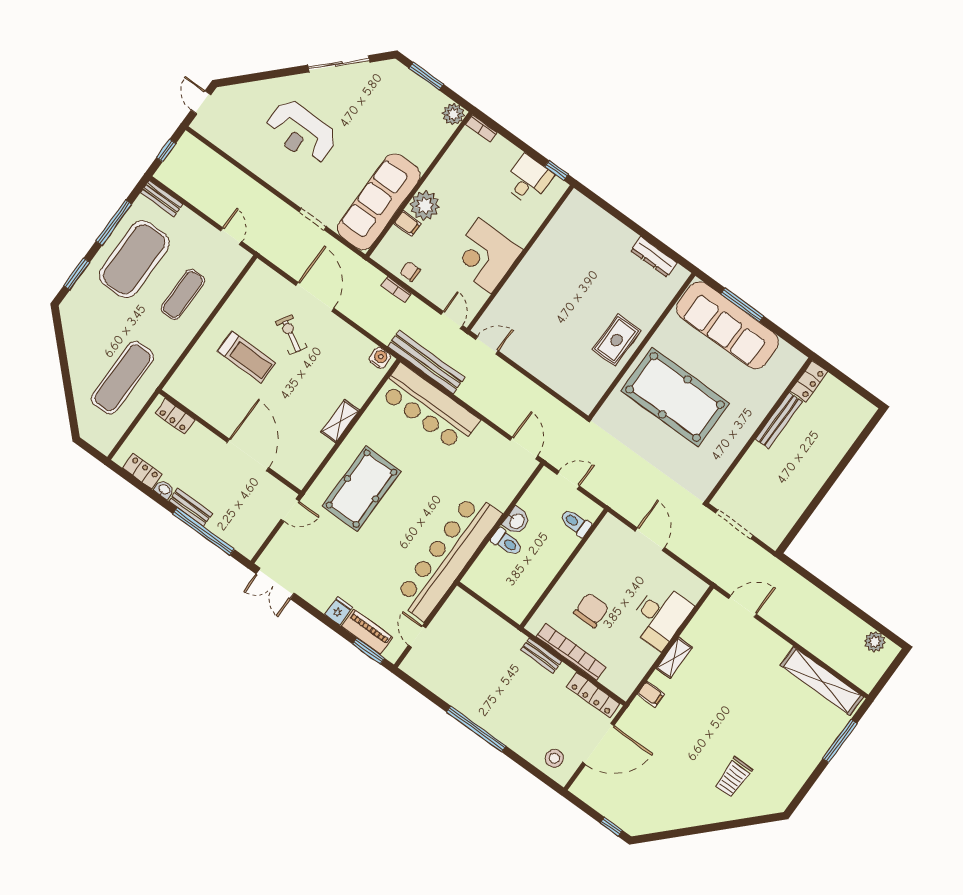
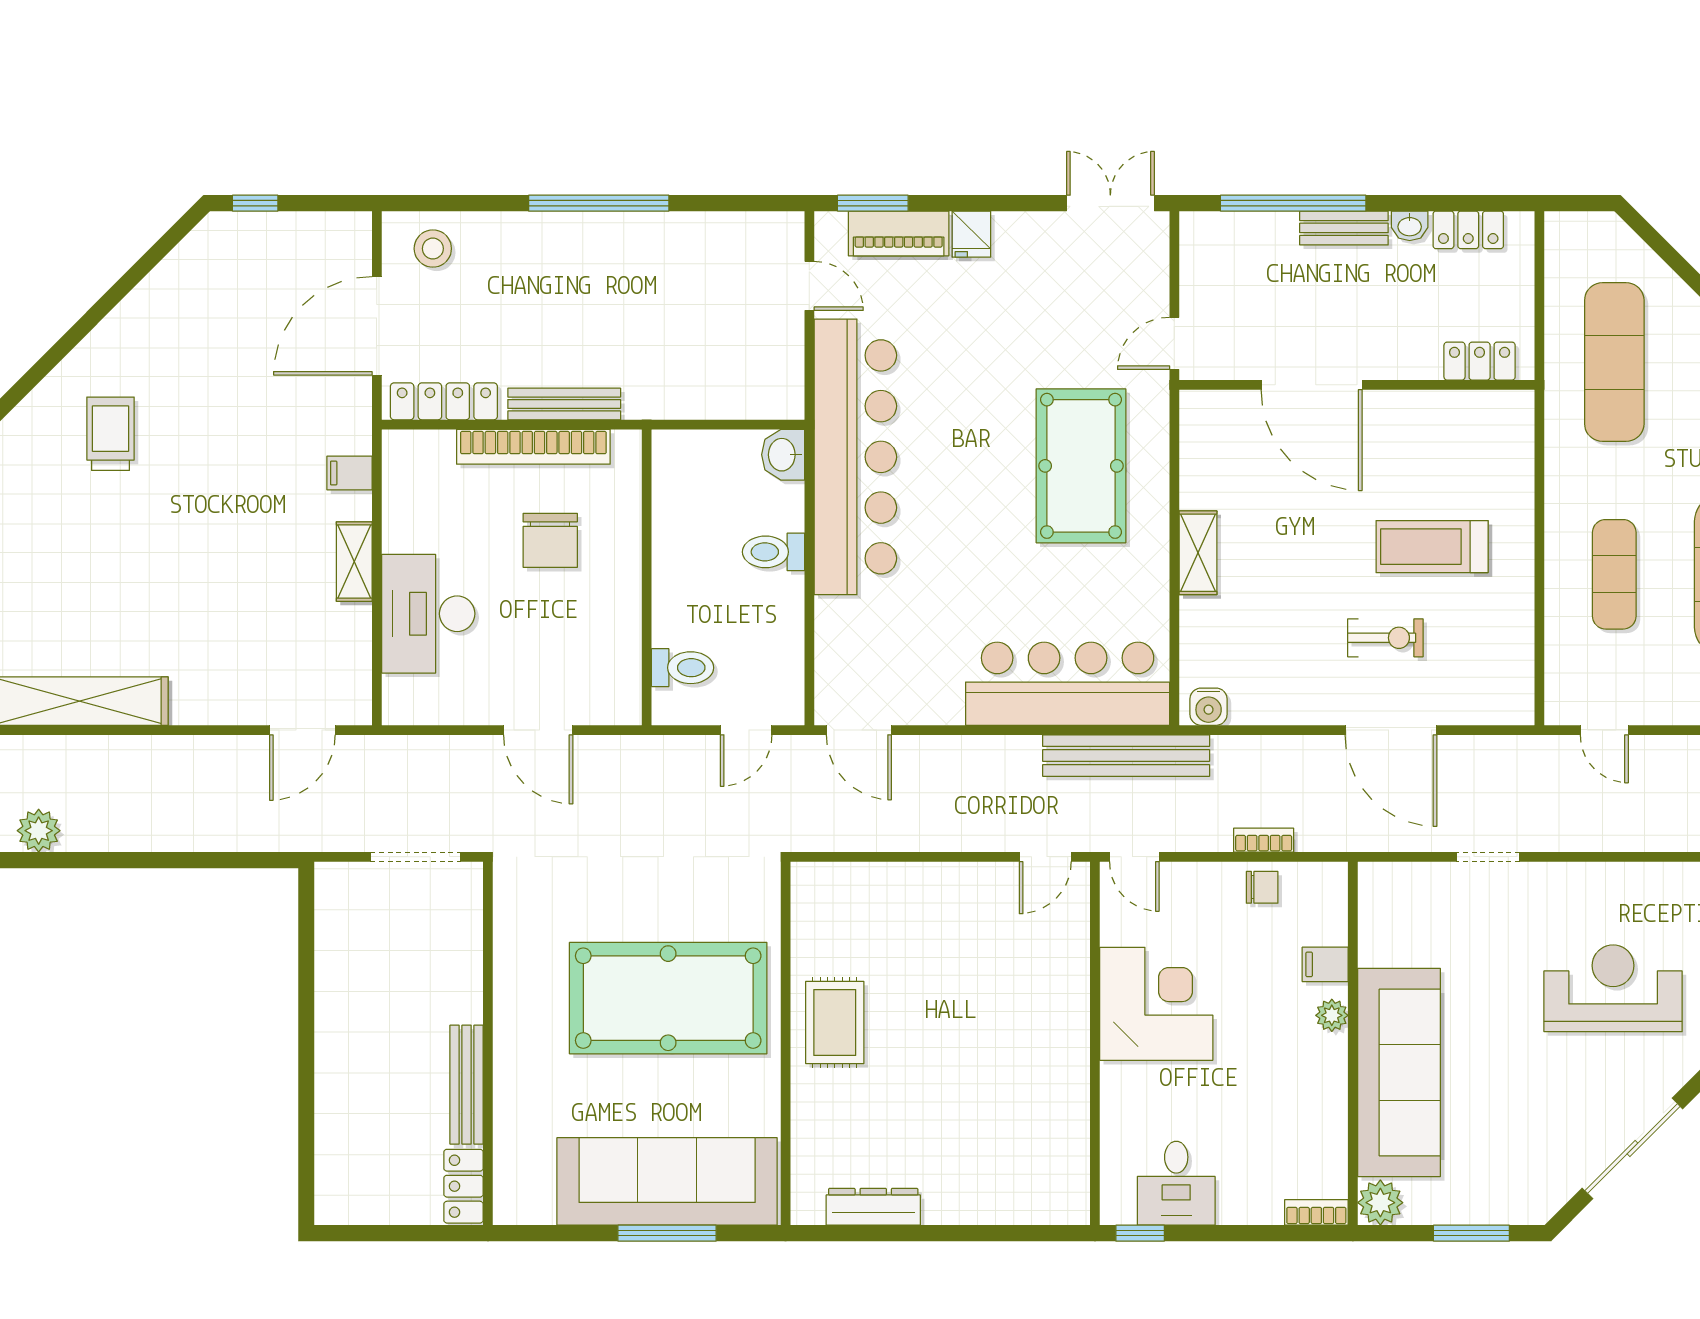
sofa: (379, 202) -> (1399, 1073), moved
plant: (425, 206) -> (1332, 1015), width x0.53, depth x0.53
exercise bike: (291, 335) -> (1385, 638), turned -30
washbasin: (517, 521) -> (783, 455), moved
bench: (541, 656) -> (564, 404), width x1.36

